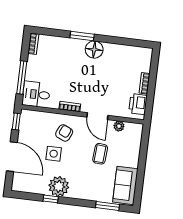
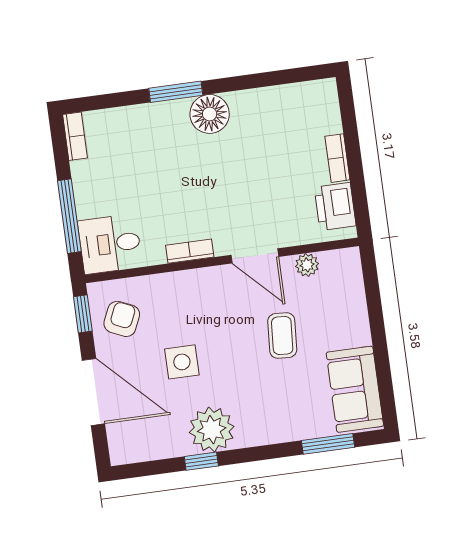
armchair: (64, 133) -> (122, 319), moved

